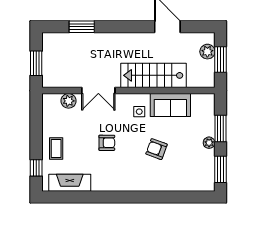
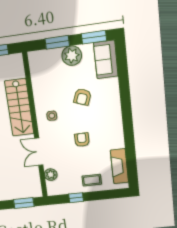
double door: (98, 91) -> (39, 152), swing flipped
sofa: (170, 105) -> (106, 59), moved, turned 180
plant: (209, 143) -> (72, 56), width x1.87, depth x1.87
window: (36, 168) -> (76, 198), moved

